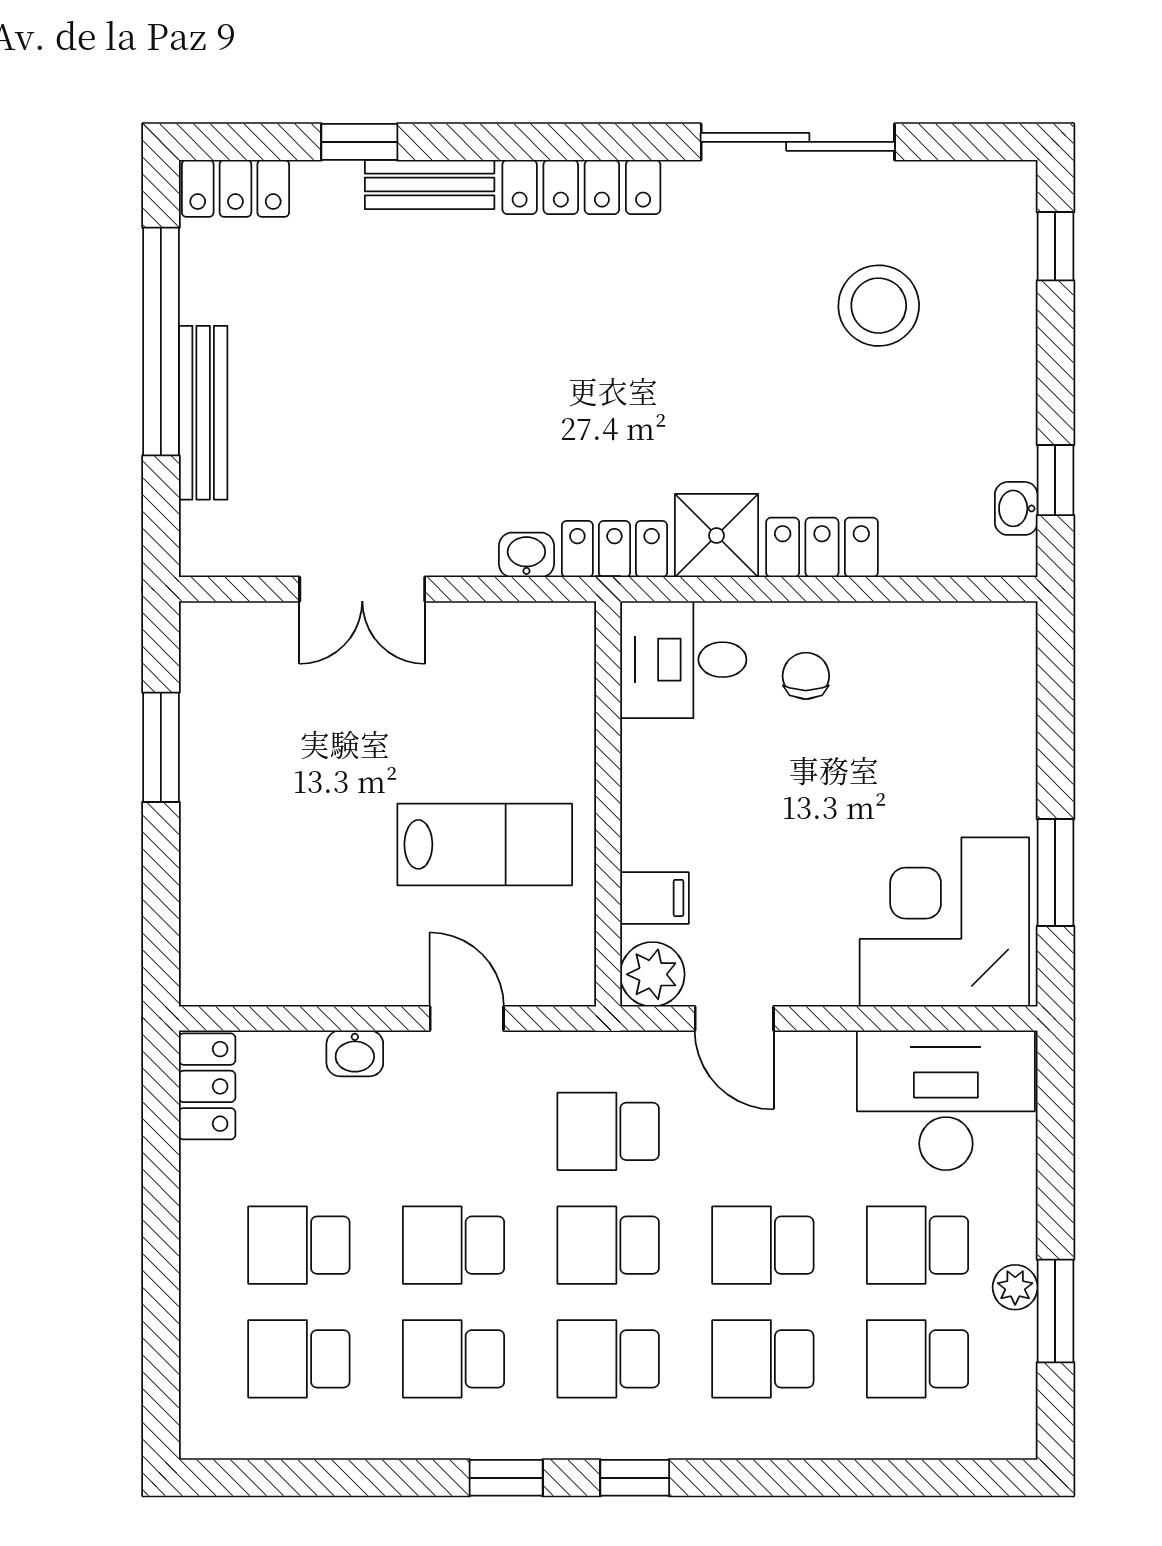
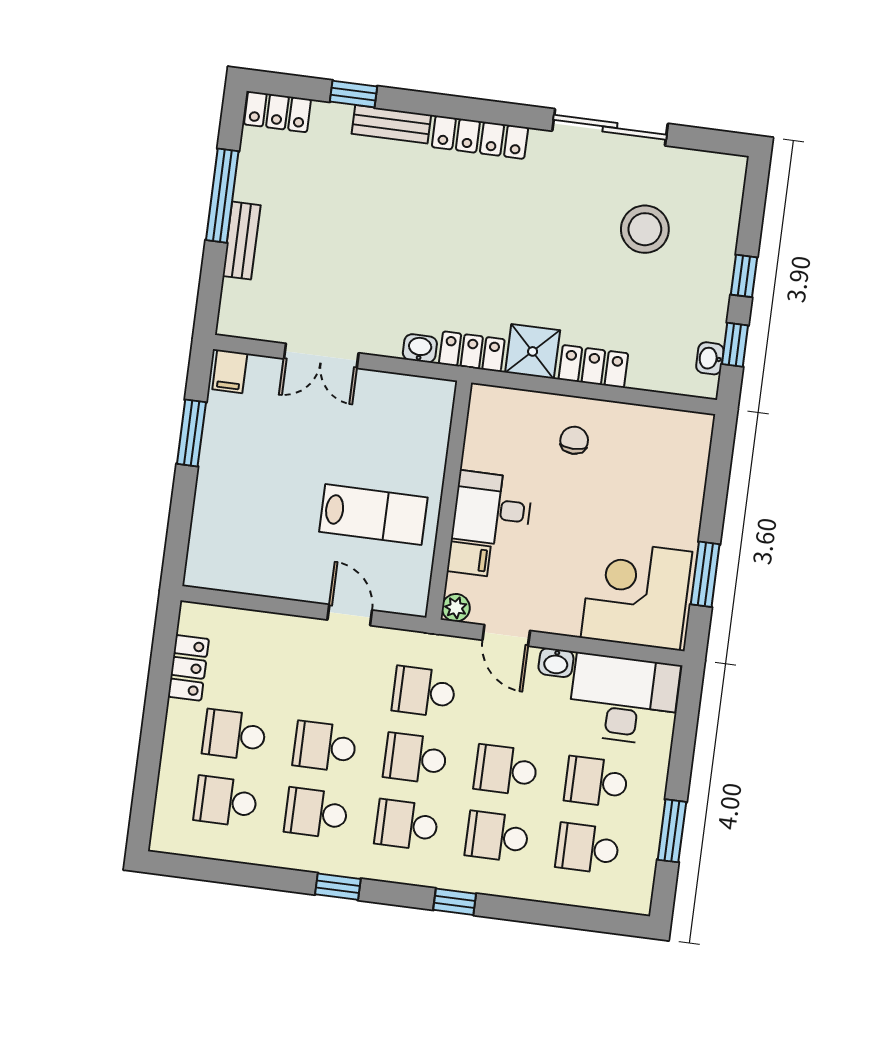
window: (1055, 246) -> (744, 276), moved
window: (161, 341) -> (222, 196), width x0.68
bench: (203, 413) -> (242, 241), width x0.73
filing cabinet: (212, 635) -> (230, 371), added
desk: (683, 660) -> (492, 509), moved
plant: (652, 974) -> (456, 608), width x0.73, depth x0.73
washbasin: (355, 1053) -> (556, 663), moved
locker: (207, 1086) -> (188, 668), moved
plant: (1015, 1287) -> (650, 814), removed
window: (635, 1478) -> (455, 902), moved

